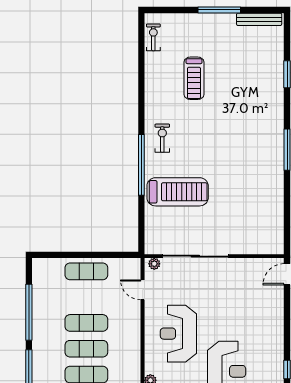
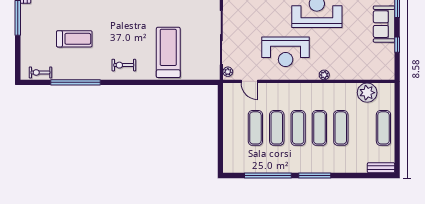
window: (141, 165) -> (75, 82), moved
exercise mat: (86, 271) -> (255, 128), moved
door: (143, 290) -> (249, 81), hinge flipped

